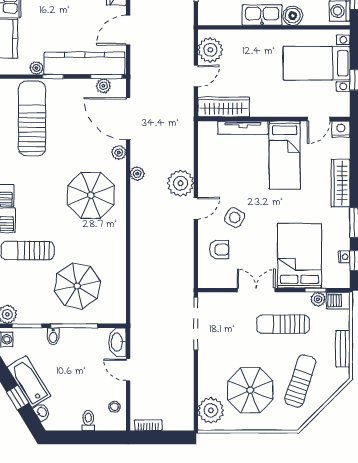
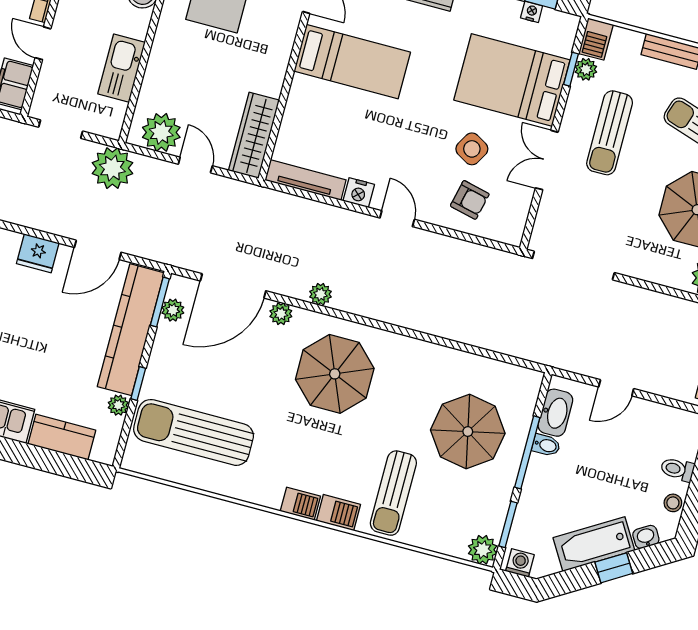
kitchen sink: (262, 15) -> (121, 68), moved
door: (128, 30) -> (98, 250), hinge flipped
tv unit: (243, 128) -> (306, 180), moved, turned -90
nightstand: (206, 180) -> (359, 193), added
plant: (180, 183) -> (112, 168), moved
side table: (235, 217) -> (472, 149), moved
armchair: (219, 250) -> (470, 200), turned 103
bidet: (53, 336) -> (546, 445), moved
washbasin: (117, 342) -> (555, 413), moved, turned -90
stool: (115, 407) -> (673, 503), moved

